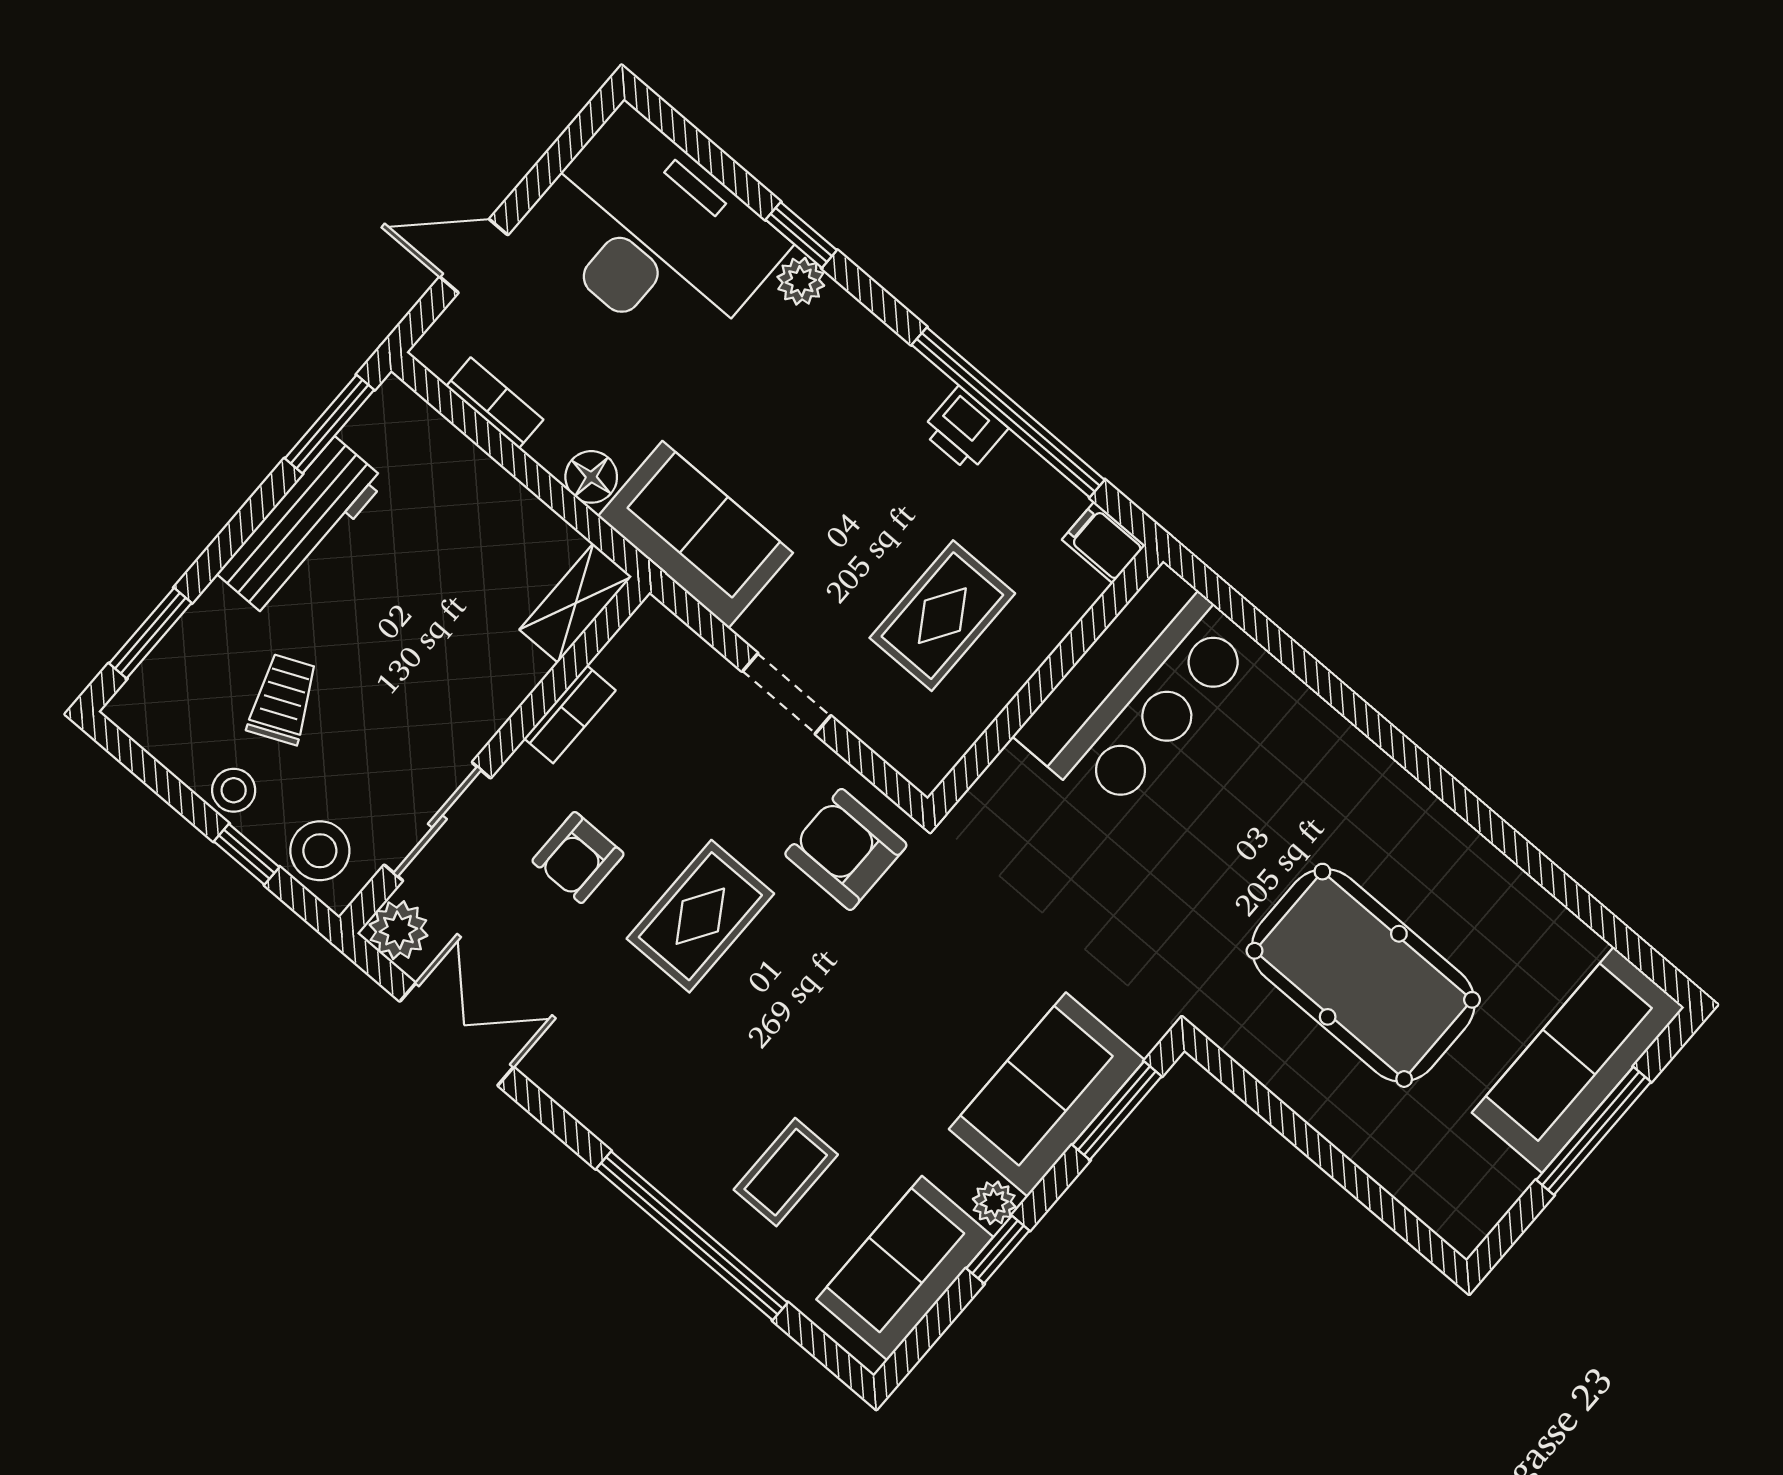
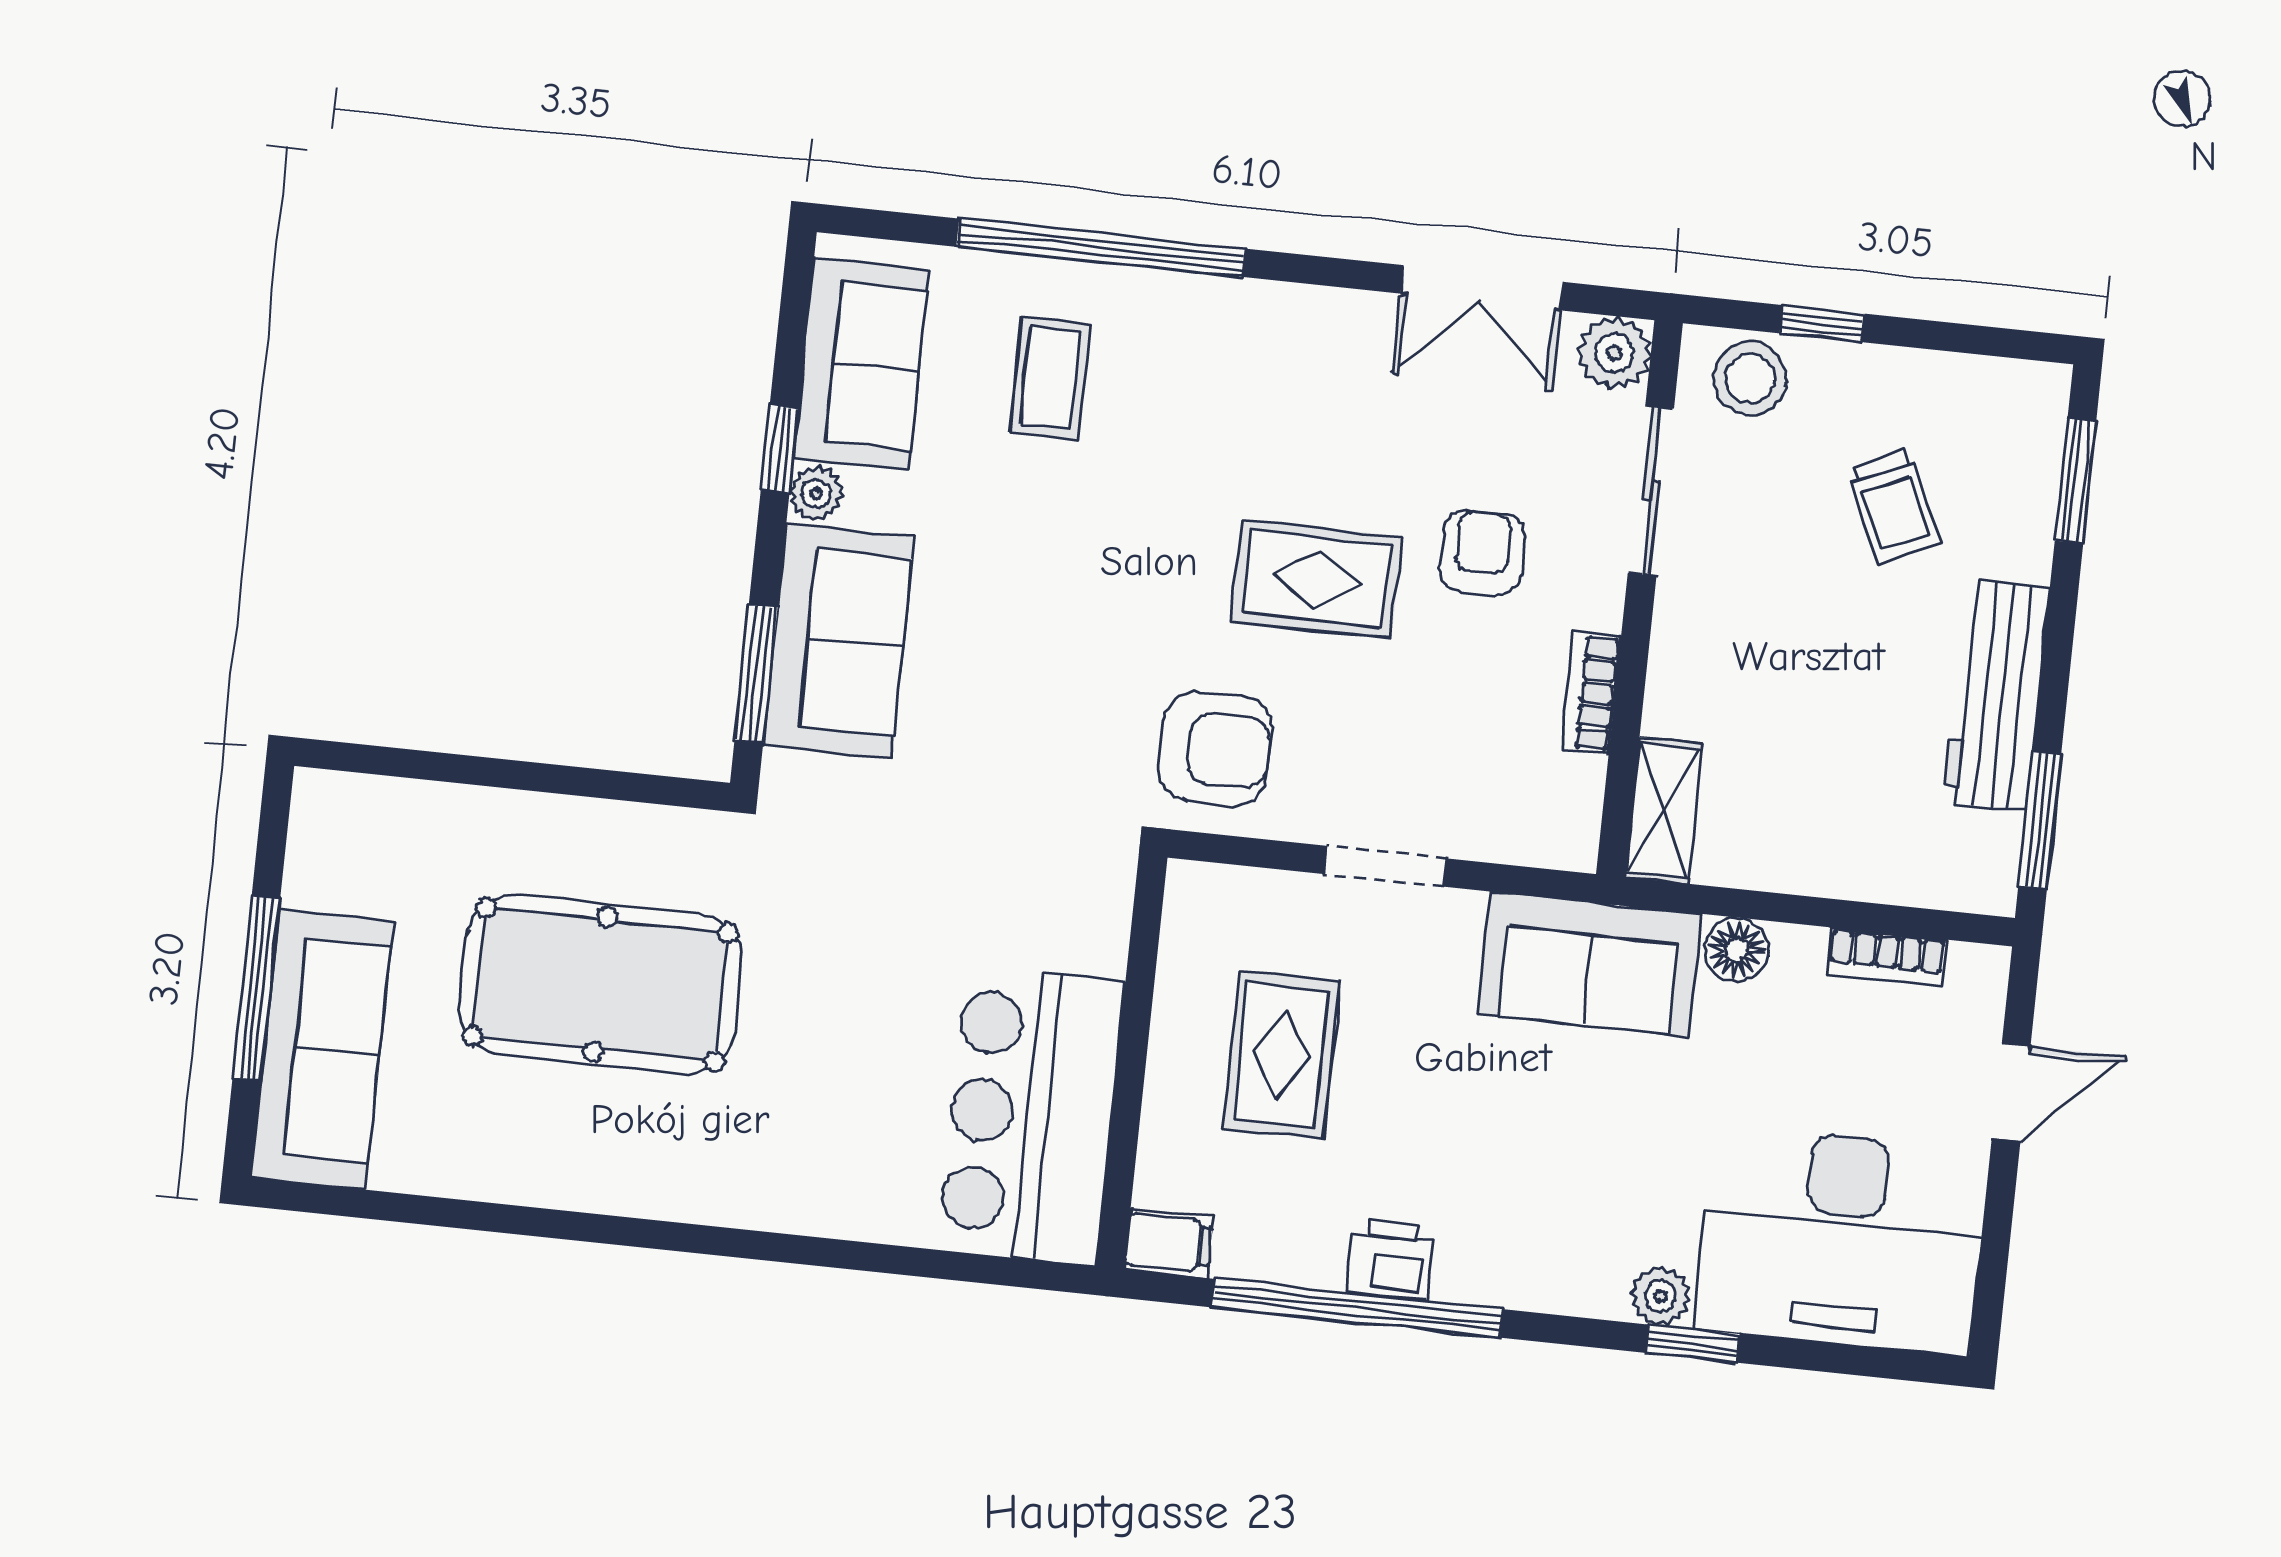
stool: (234, 790) -> (1880, 379), removed
rug: (700, 916) -> (1317, 579), turned 90

